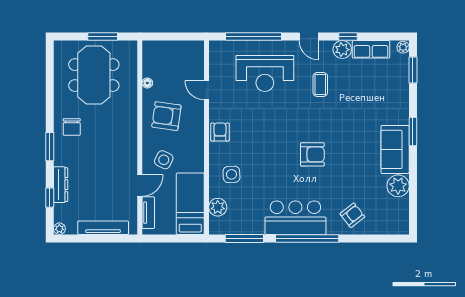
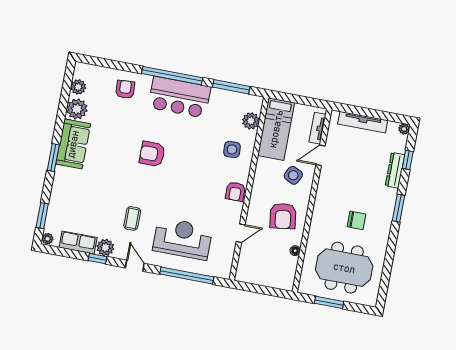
meeting table: (94, 75) -> (344, 268), turned 90
door: (206, 90) -> (241, 233), hinge flipped
armchair: (166, 116) -> (283, 216), turned 74
chair: (72, 127) -> (357, 220), moved, turned 90
plant: (401, 209) -> (78, 87), added
armchair: (352, 215) -> (125, 89), turned 124

